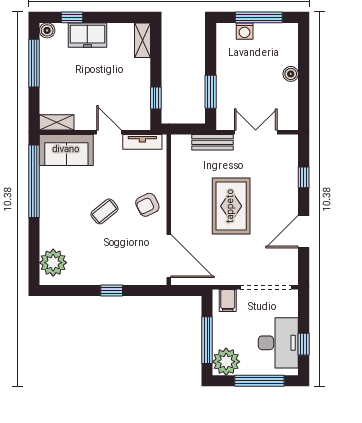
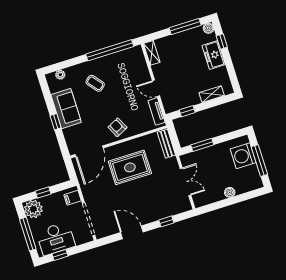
washing machine: (245, 31) -> (243, 156), width x1.89, depth x1.89
shelving: (143, 40) -> (212, 94), moved
door: (109, 132) -> (156, 88), swing flipped
bench: (212, 142) -> (166, 144), moved
sofa: (66, 150) -> (66, 109), moved, turned 180
rug: (231, 206) -> (130, 167), moved
coffee table: (104, 211) -> (95, 83), moved
plant: (53, 263) -> (60, 75), width x0.53, depth x0.53
window: (207, 340) -> (43, 193), width x0.46

